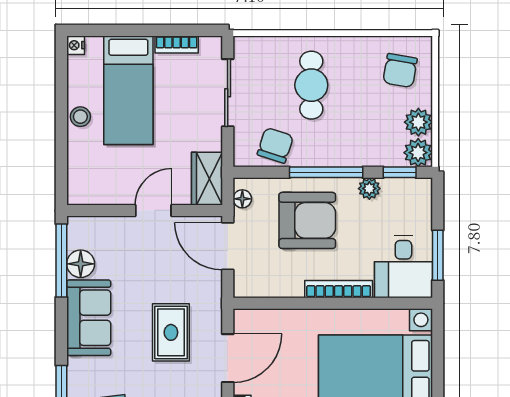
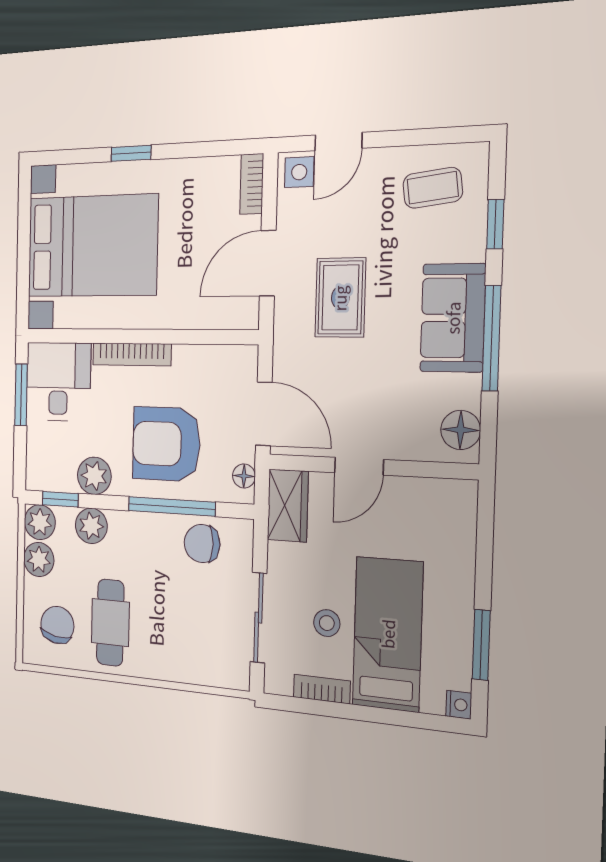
cafe table: (311, 85) -> (110, 623), moved
window: (61, 89) -> (481, 645), added
stool: (80, 117) -> (327, 623), moved
chair: (275, 145) -> (202, 544), turned 72
plant: (371, 153) -> (91, 526), added
window: (326, 172) -> (171, 506), moved
plant: (369, 189) -> (94, 476), width x1.38, depth x1.38
window: (61, 261) -> (491, 338), moved
floor lamp: (81, 264) -> (461, 430), moved

